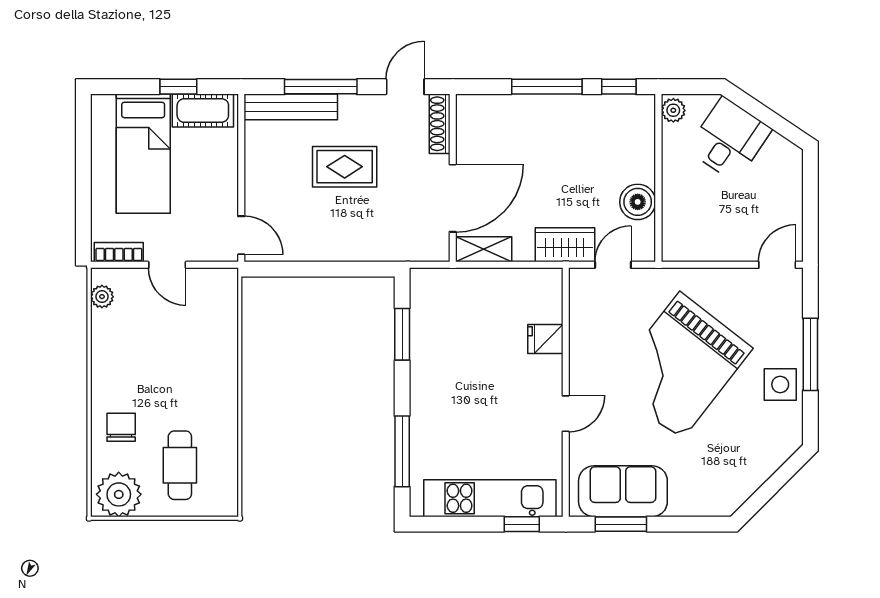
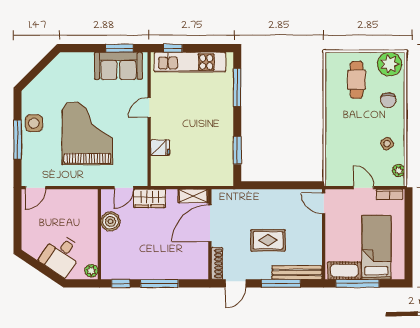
window: (178, 87) -> (357, 283), width x2.17
side table: (123, 347) -> (387, 144), added
grand piano: (681, 366) -> (87, 133), turned -38

